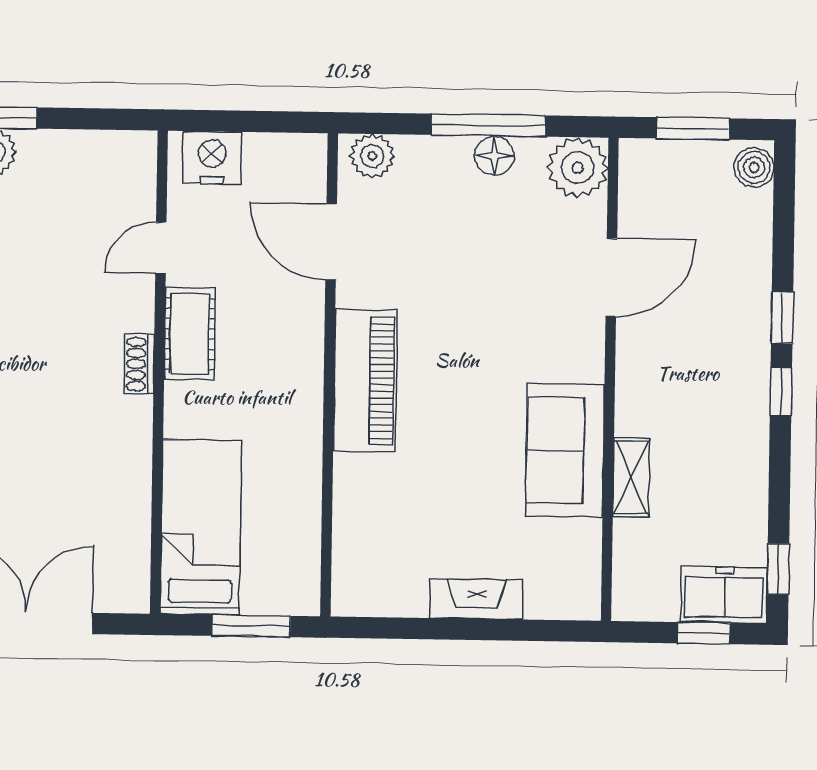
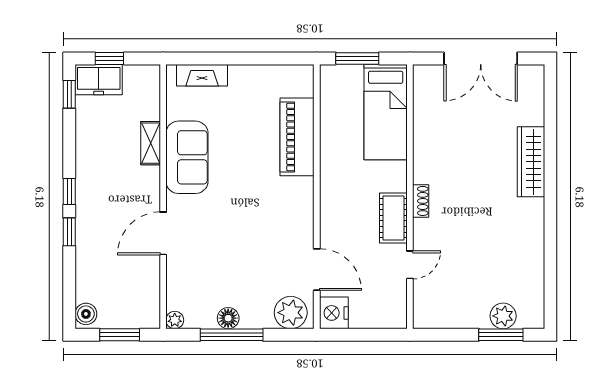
plant: (372, 156) -> (291, 313), width x1.36, depth x1.36
nightstand: (212, 158) -> (334, 313), moved, turned 90
plant: (578, 168) -> (175, 320), width x0.53, depth x0.53
door: (611, 278) -> (163, 233), moved
piano: (365, 381) -> (297, 137), moved
fireplace: (476, 599) -> (202, 75), moved

